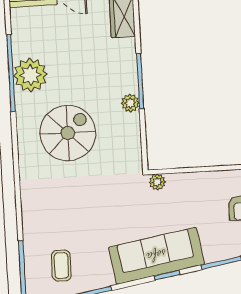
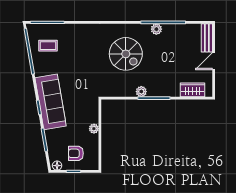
plant: (30, 75) -> (156, 29), width x0.53, depth x0.53
plant: (157, 182) -> (94, 129), moved

